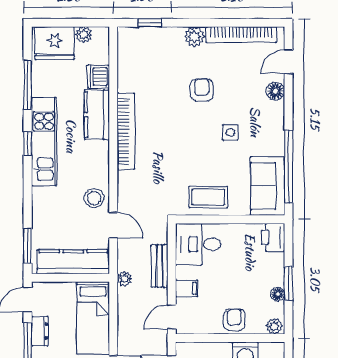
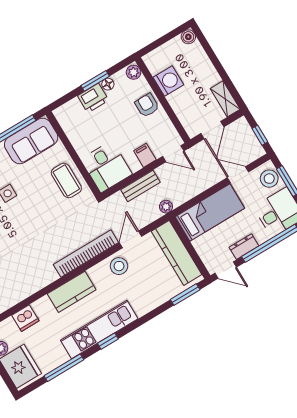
kitchen counter: (97, 115) -> (72, 292), moved
bookcase: (126, 131) -> (86, 253), moved
printer: (273, 237) -> (93, 98), moved
armchair: (234, 320) -> (147, 105), turned 90

